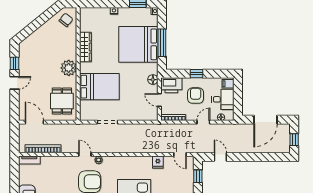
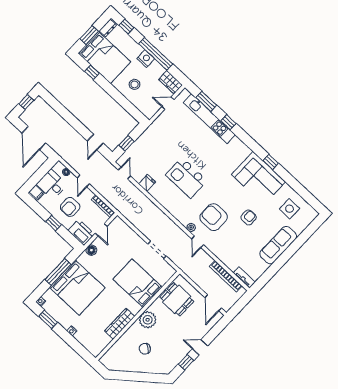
chair: (66, 20) -> (145, 349), moved
dining table: (62, 101) -> (177, 299), turned 90
door: (265, 120) -> (34, 138), swing flipped
door: (203, 122) -> (83, 181), hinge flipped

